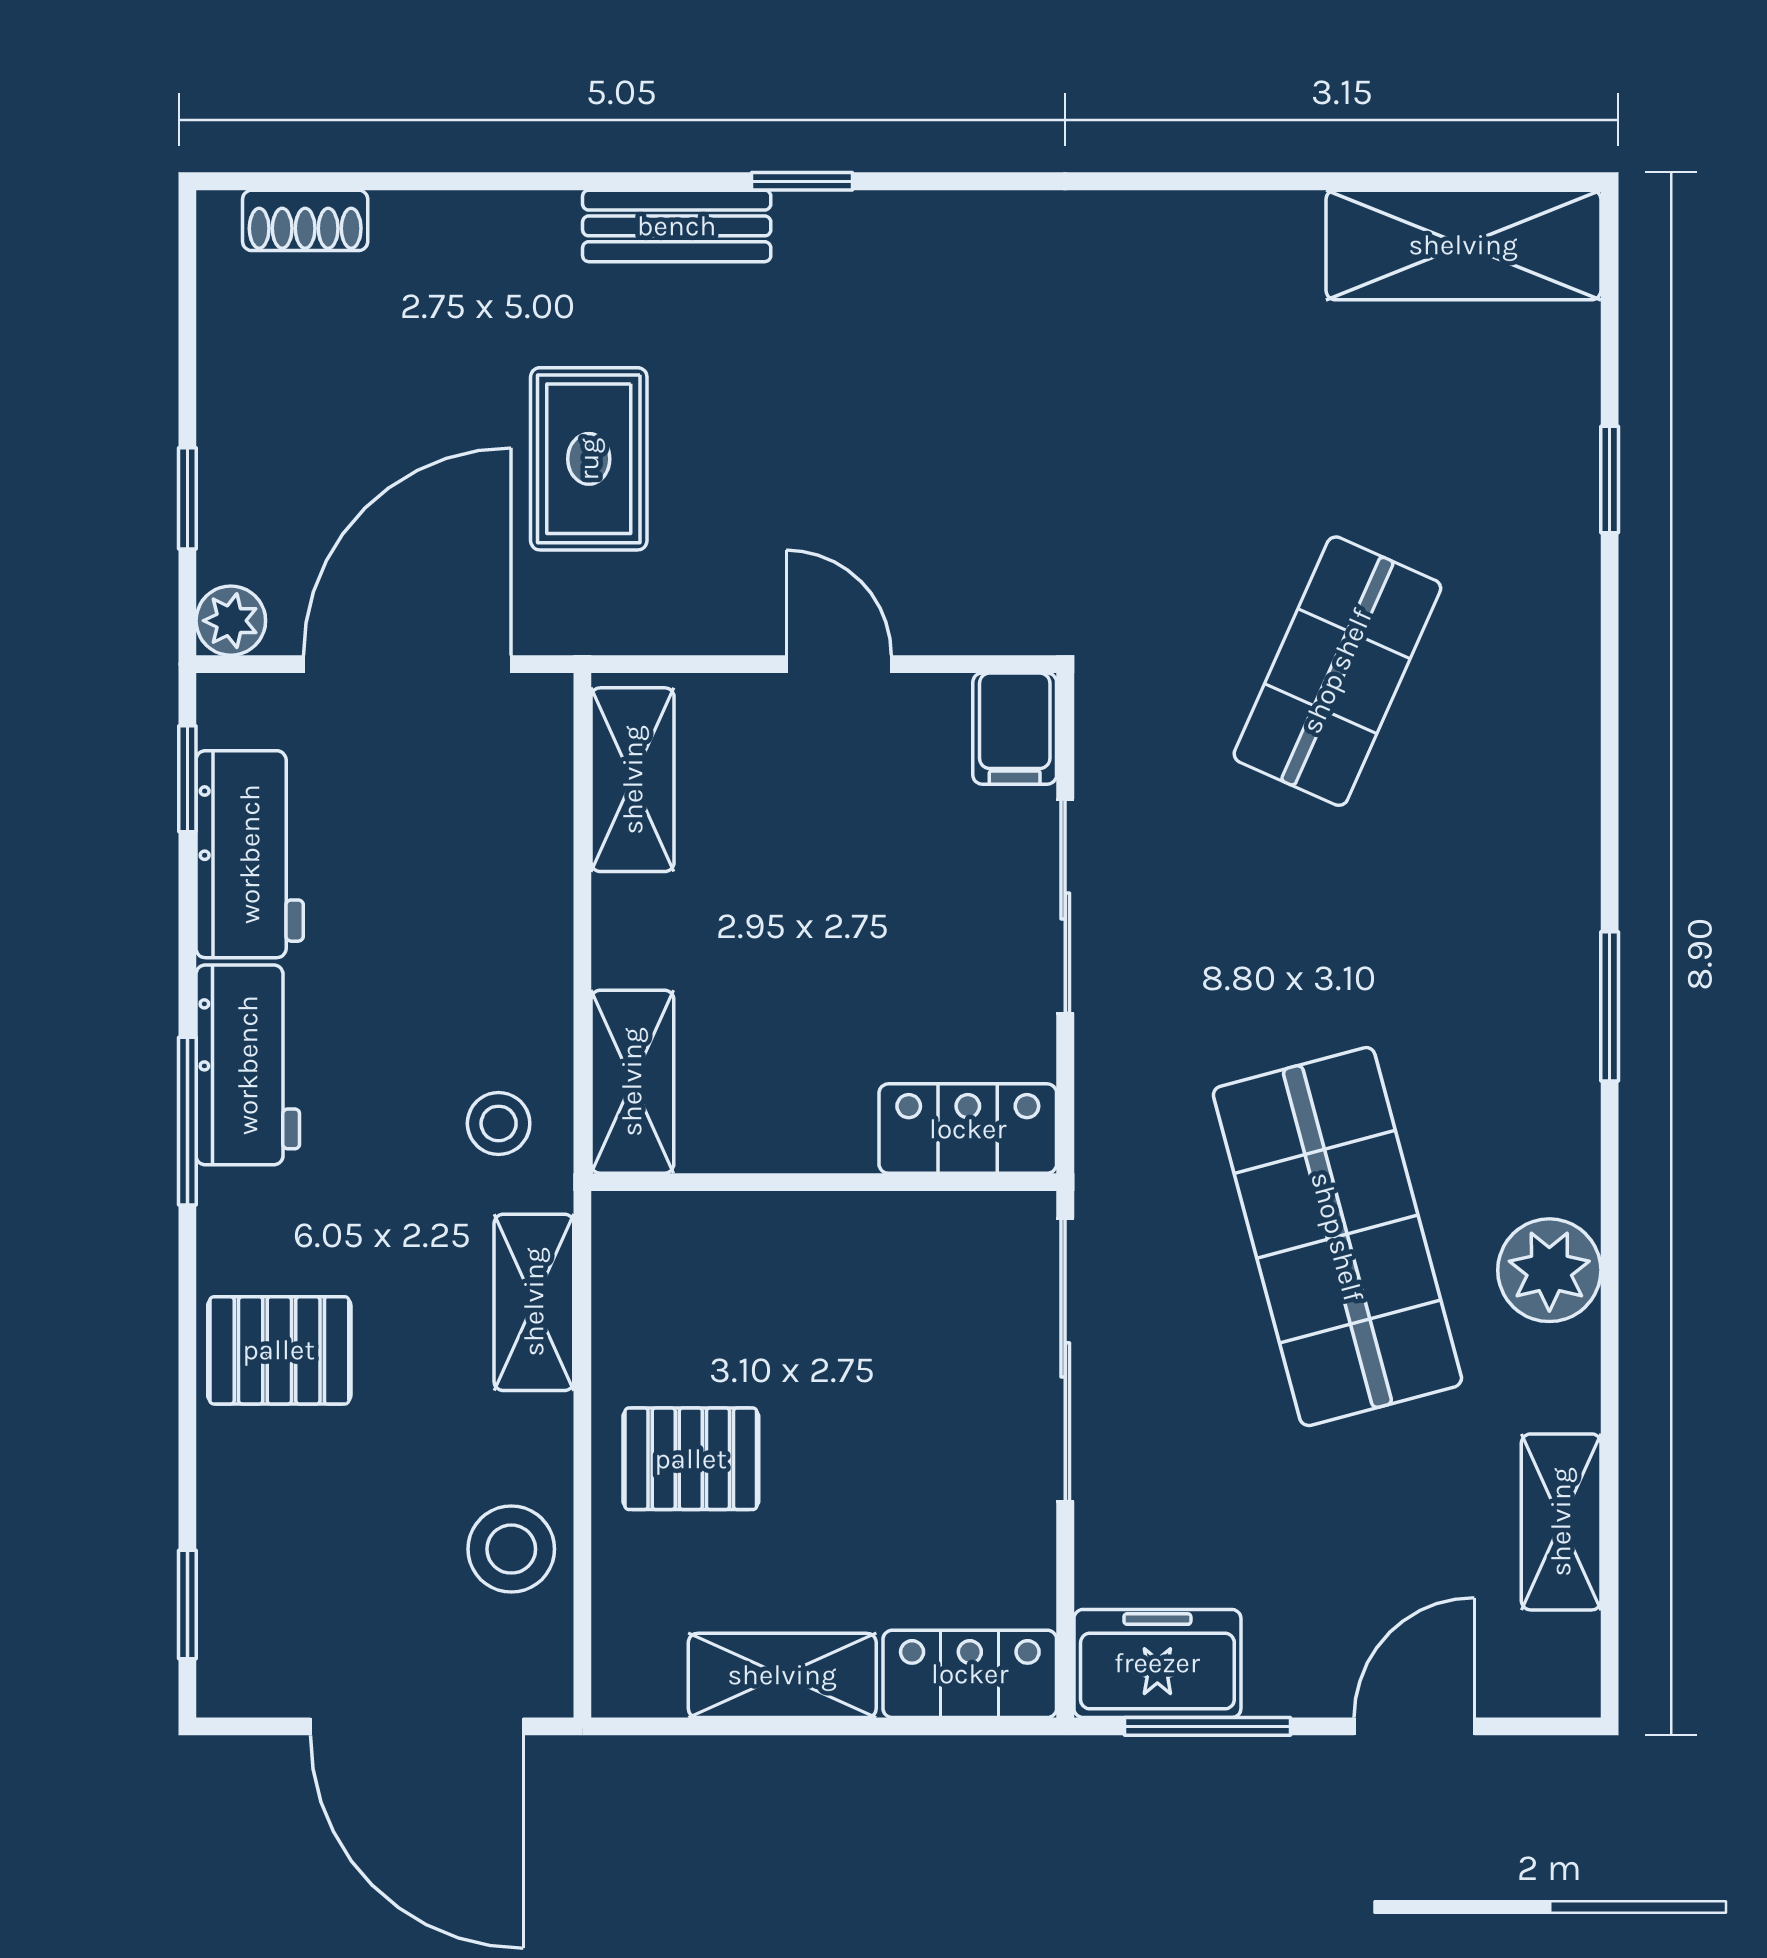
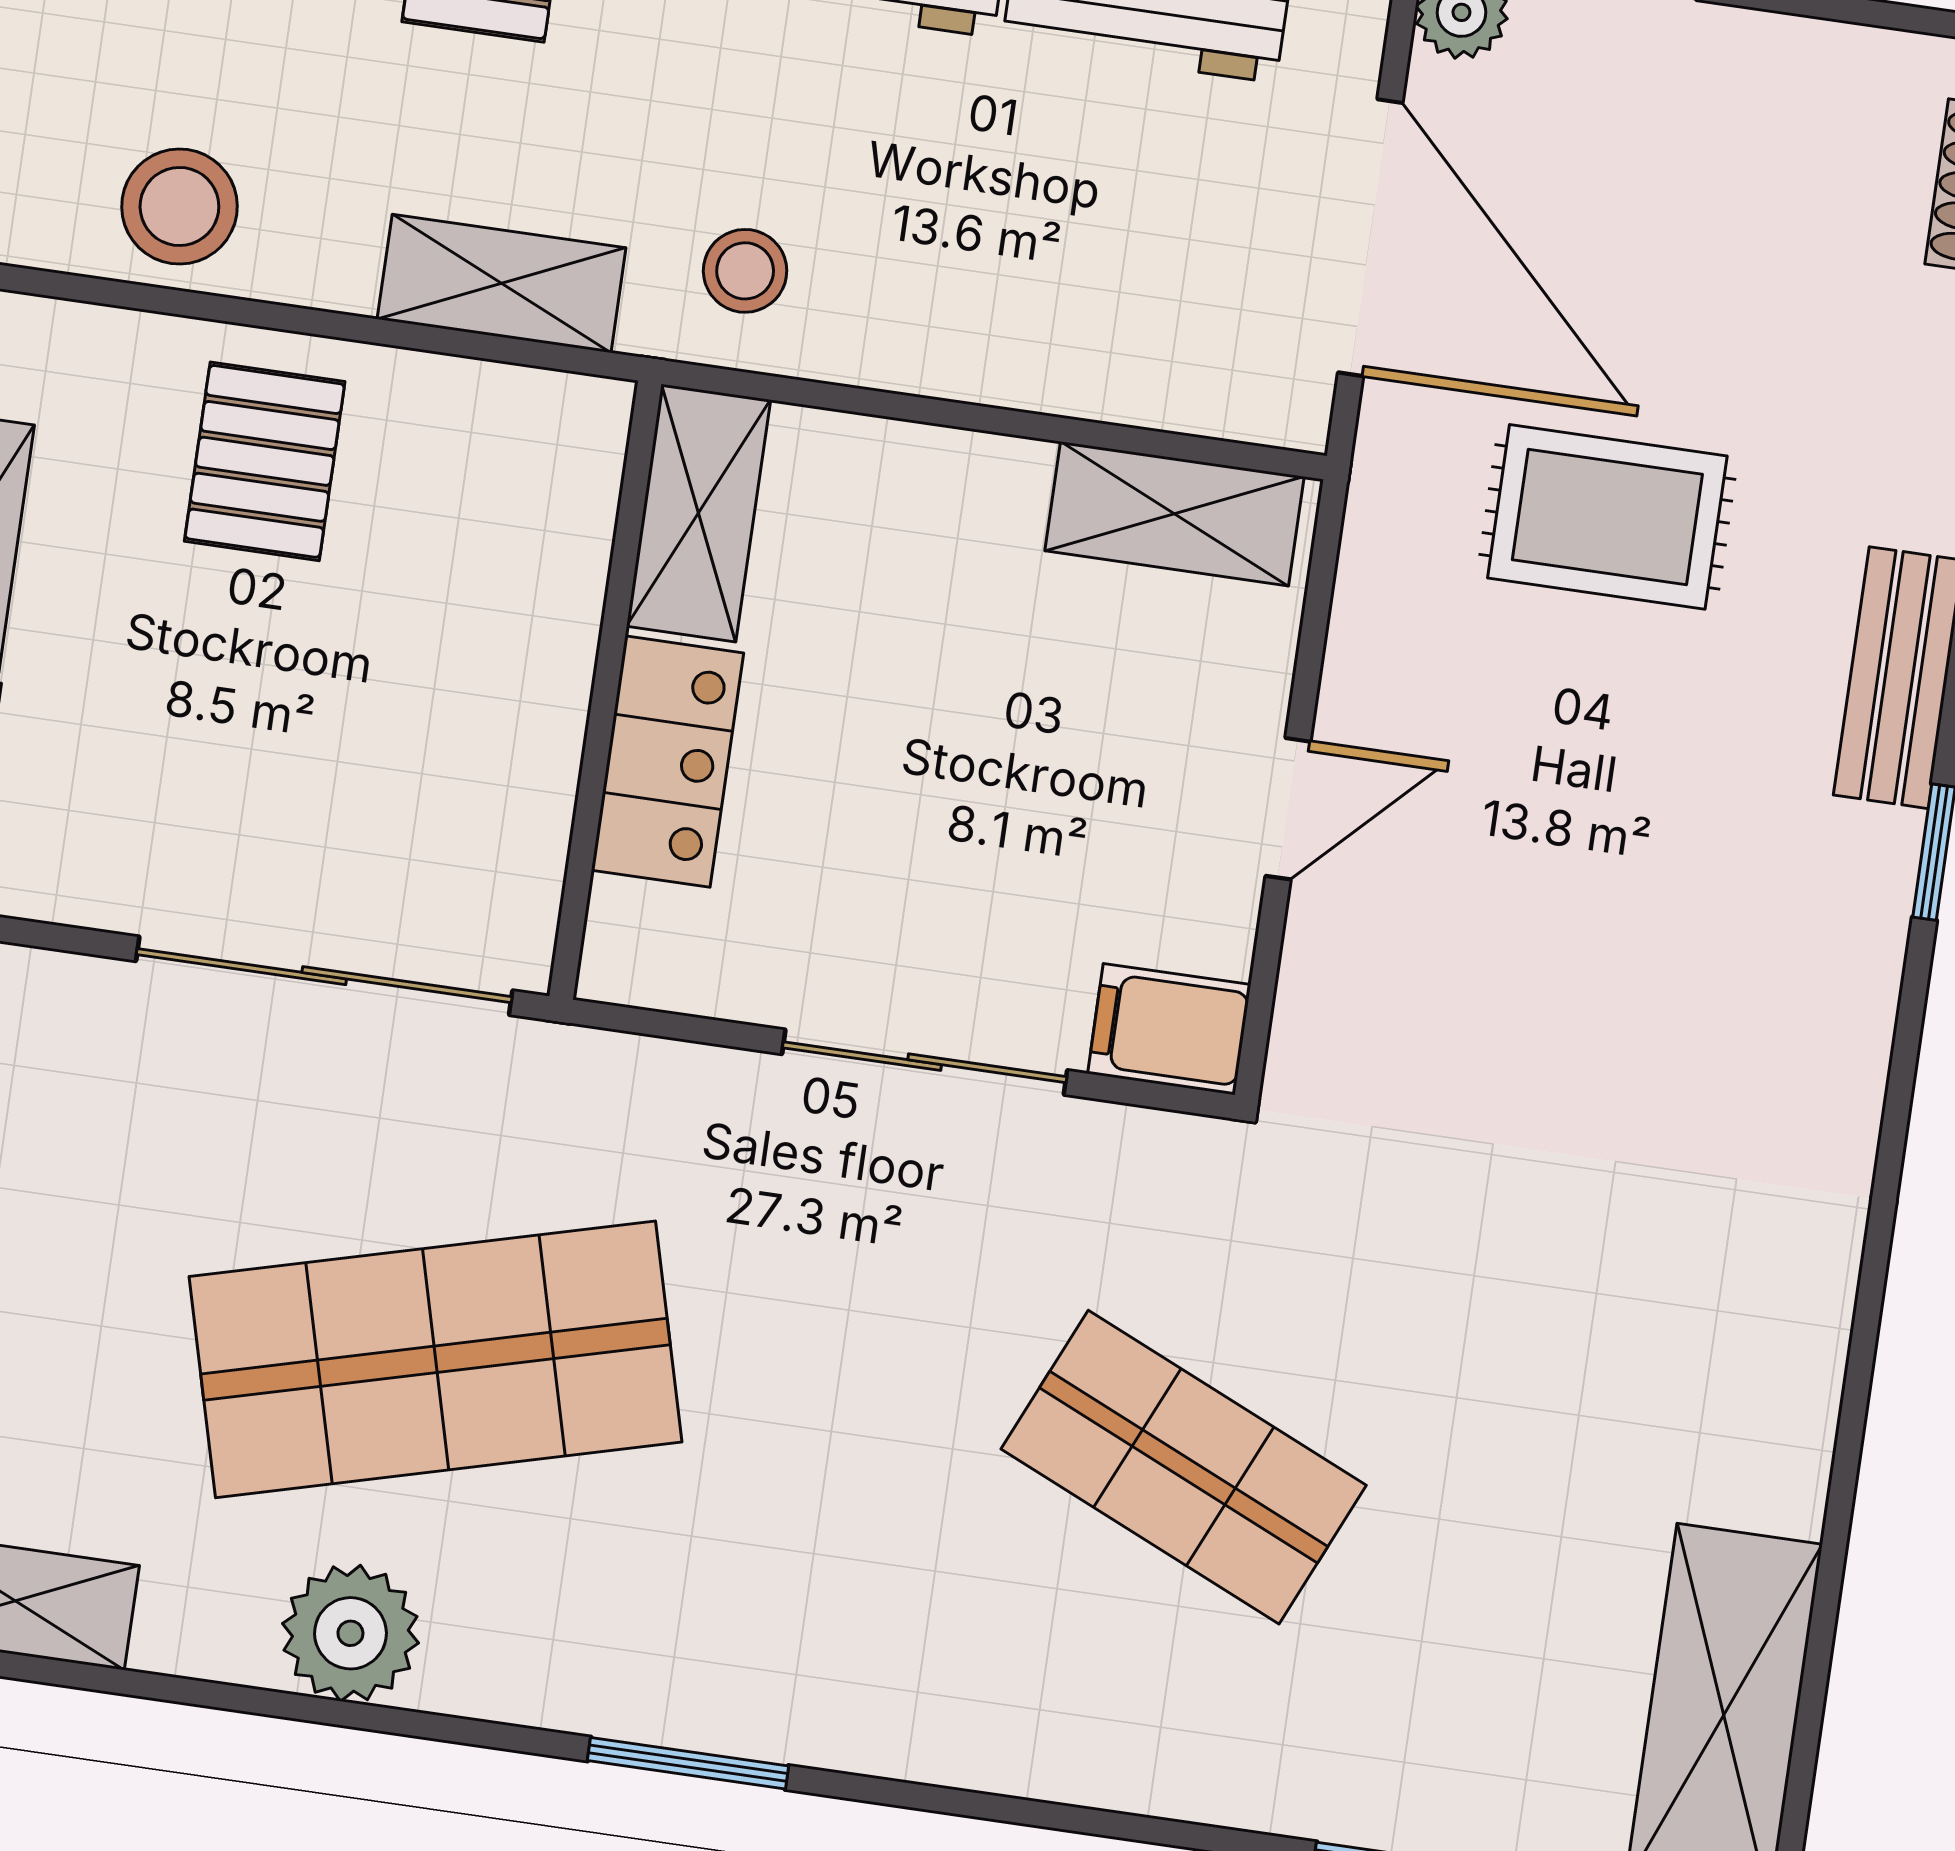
shelving: (632, 1082) -> (698, 513), moved, turned 90
locker: (968, 1129) -> (667, 762), moved

